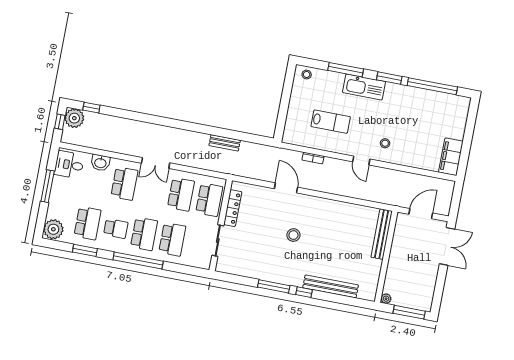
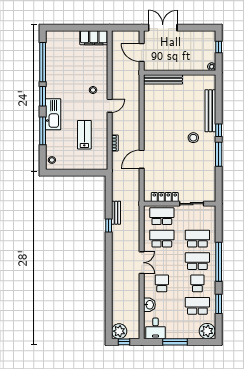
window: (91, 108) -> (109, 225), moved
school desk: (124, 184) -> (162, 283), width x0.54
stool: (293, 235) -> (193, 138), moved
window: (409, 312) -> (219, 47), width x0.46

